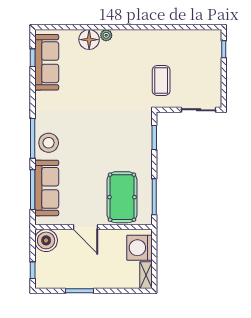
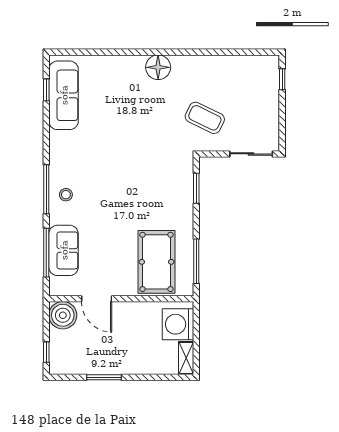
plant: (106, 35) -> (137, 62), removed
floor lamp: (89, 40) -> (158, 67), moved
coffee table: (161, 80) -> (205, 118), turned -64
stool: (49, 143) -> (66, 195), width x0.53, depth x0.53
sofa: (47, 188) -> (64, 250), width x0.73
door: (86, 227) -> (97, 299), moved

